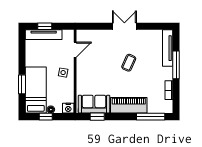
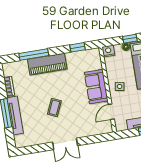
tv unit: (168, 48) -> (15, 115), moved
sofa: (94, 104) -> (96, 87), moved, turned 90
window: (151, 117) -> (34, 55), moved

